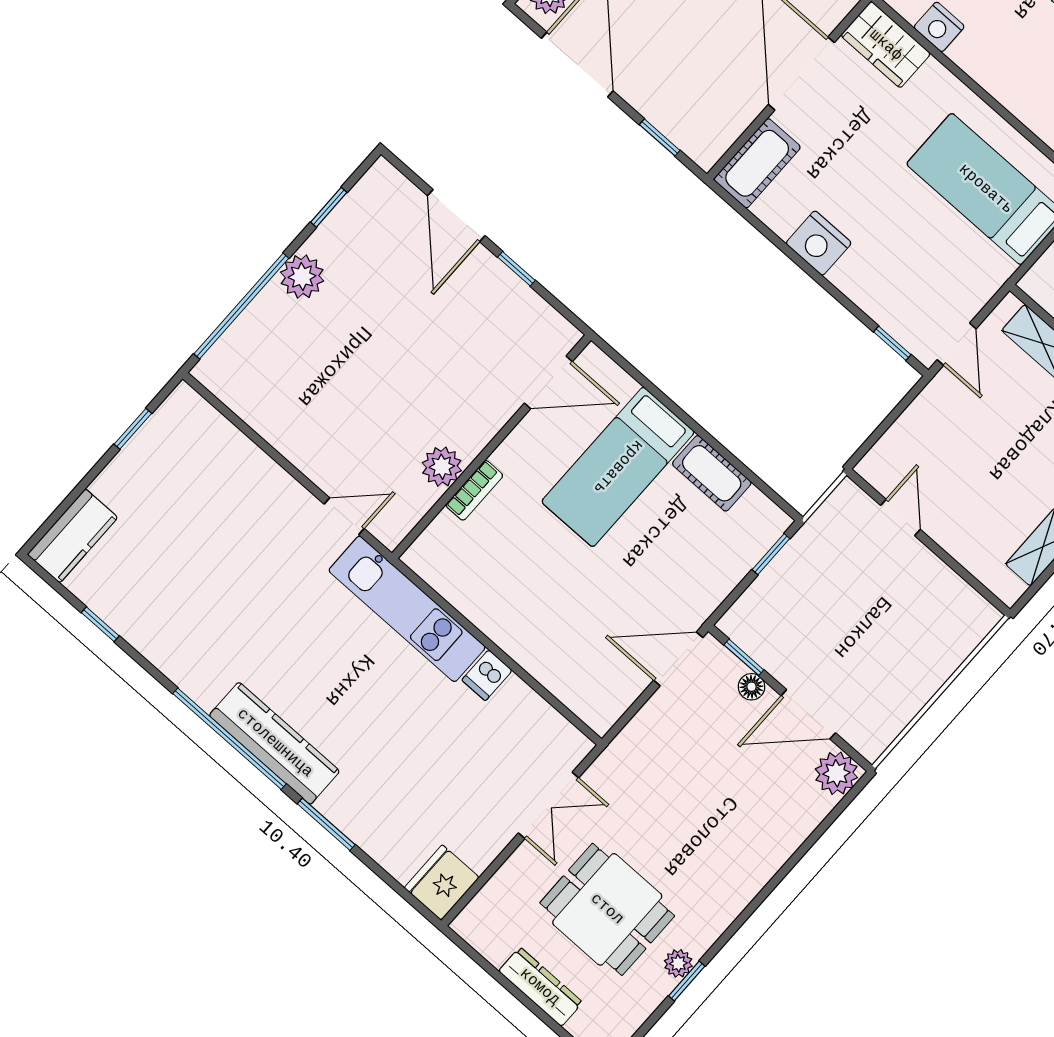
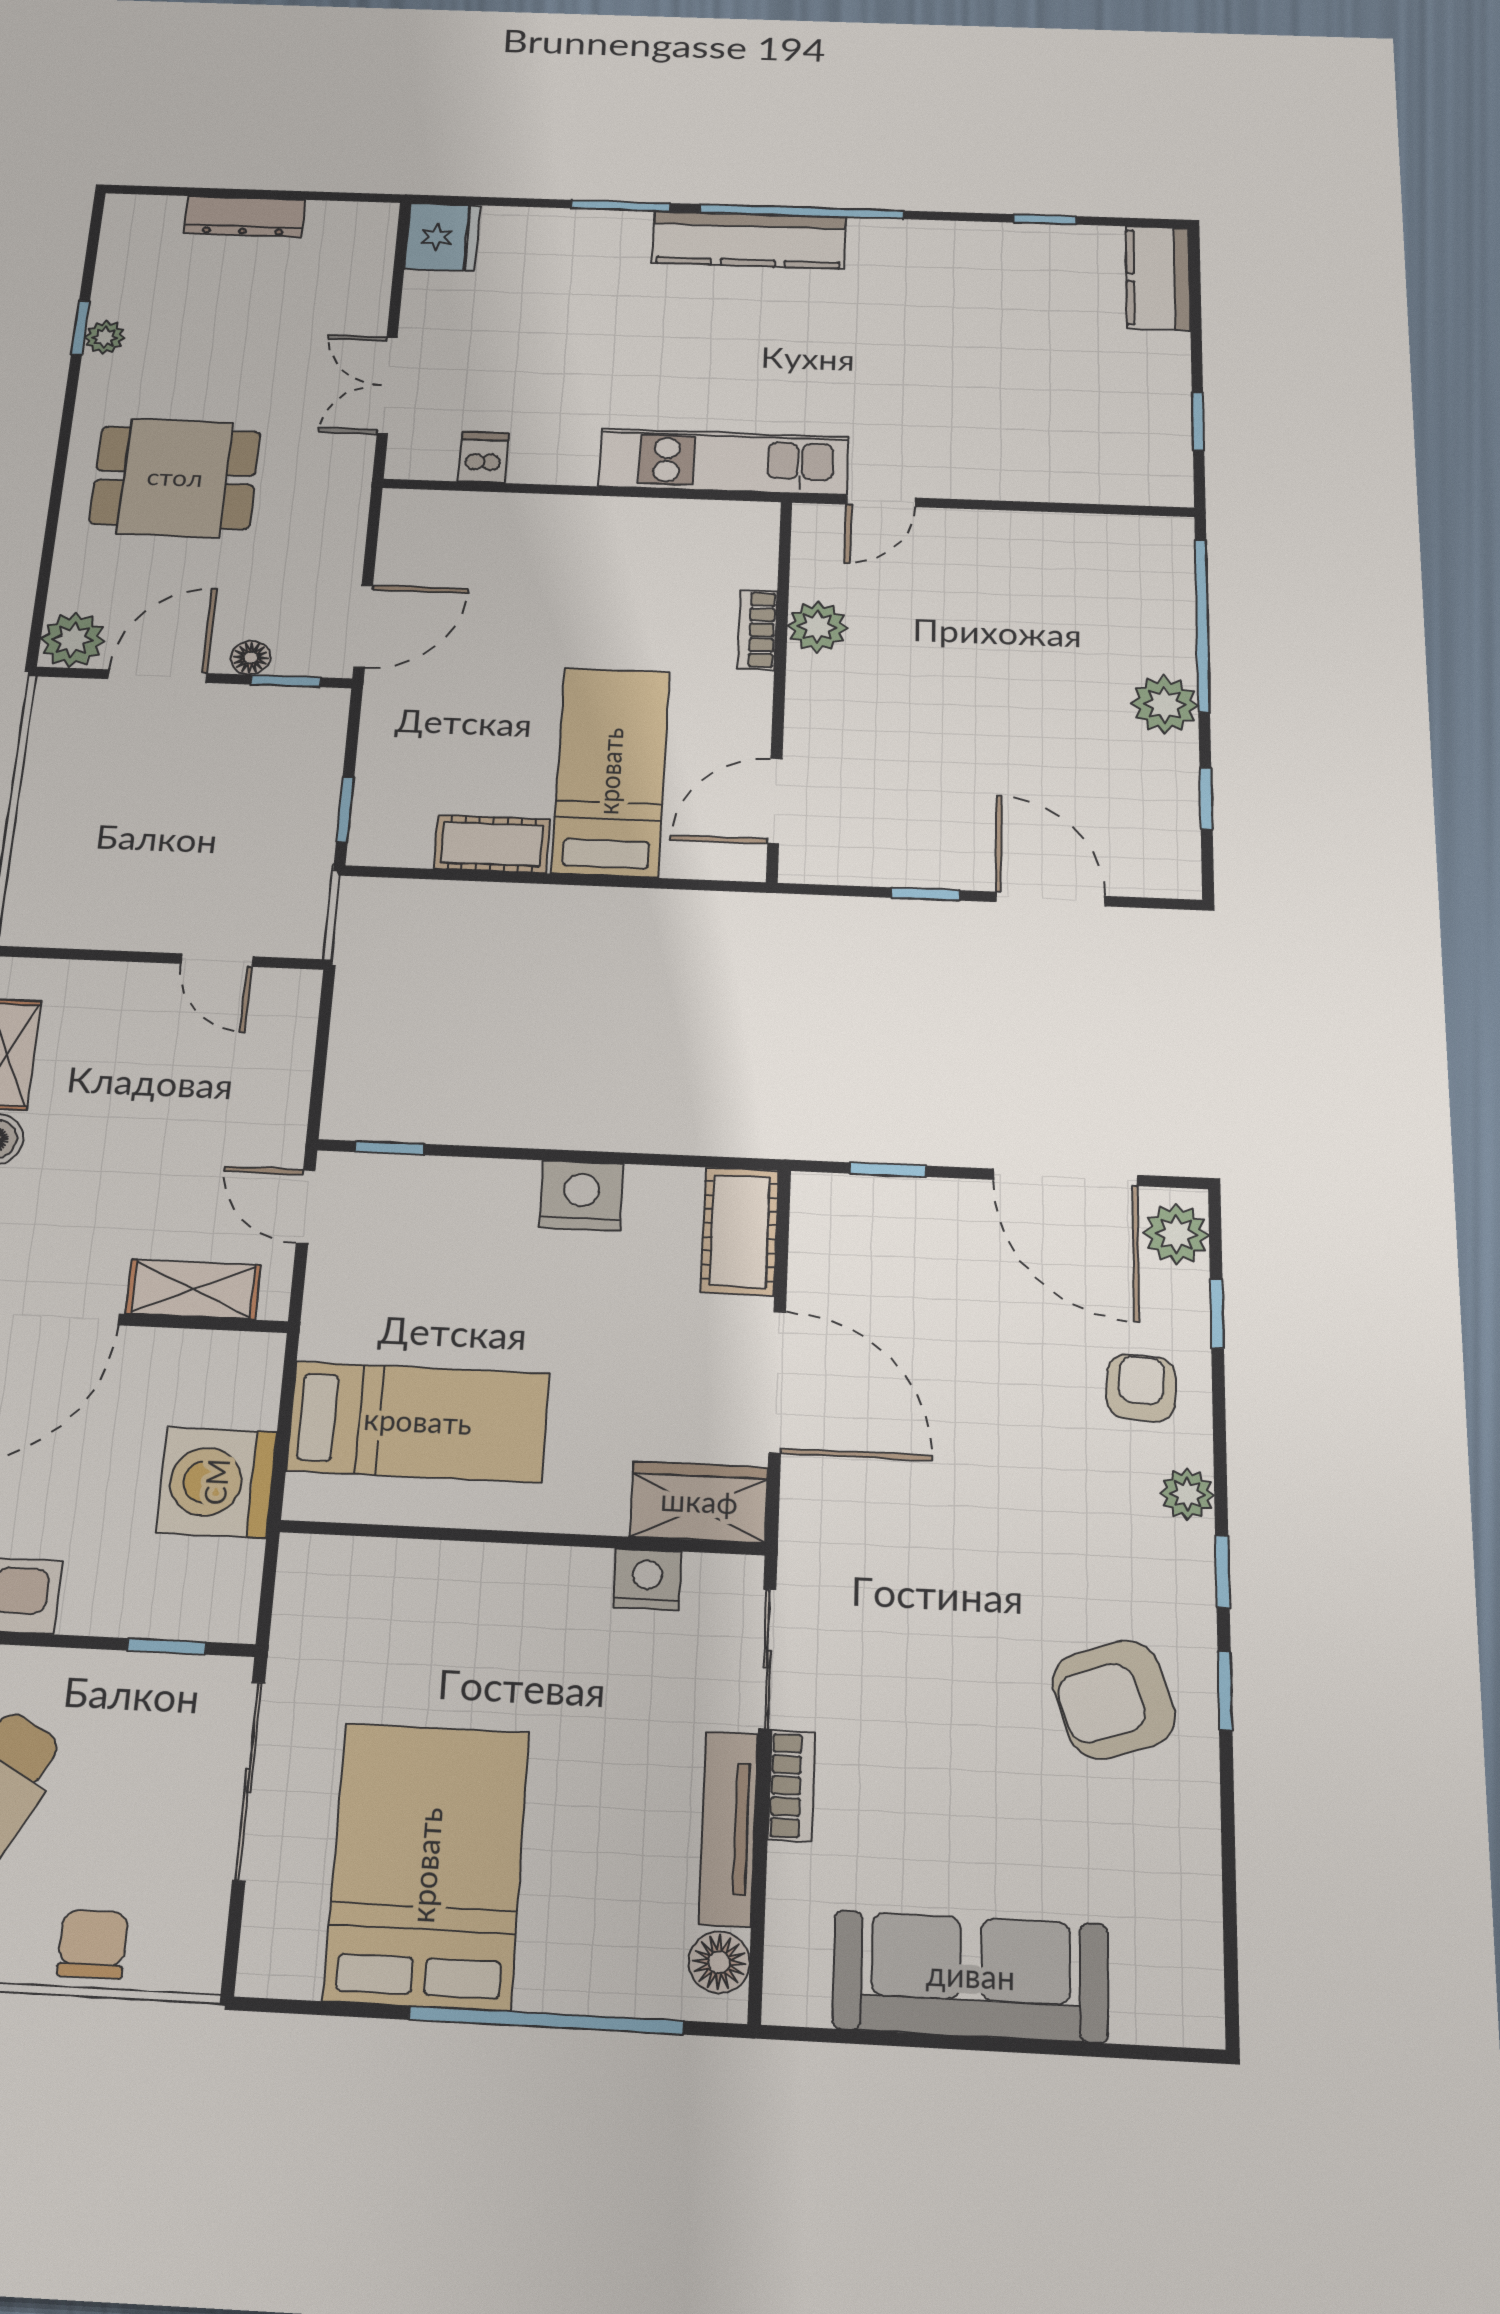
dishwasher: (487, 675) -> (484, 457), moved
dining table: (607, 909) -> (175, 478), moved

